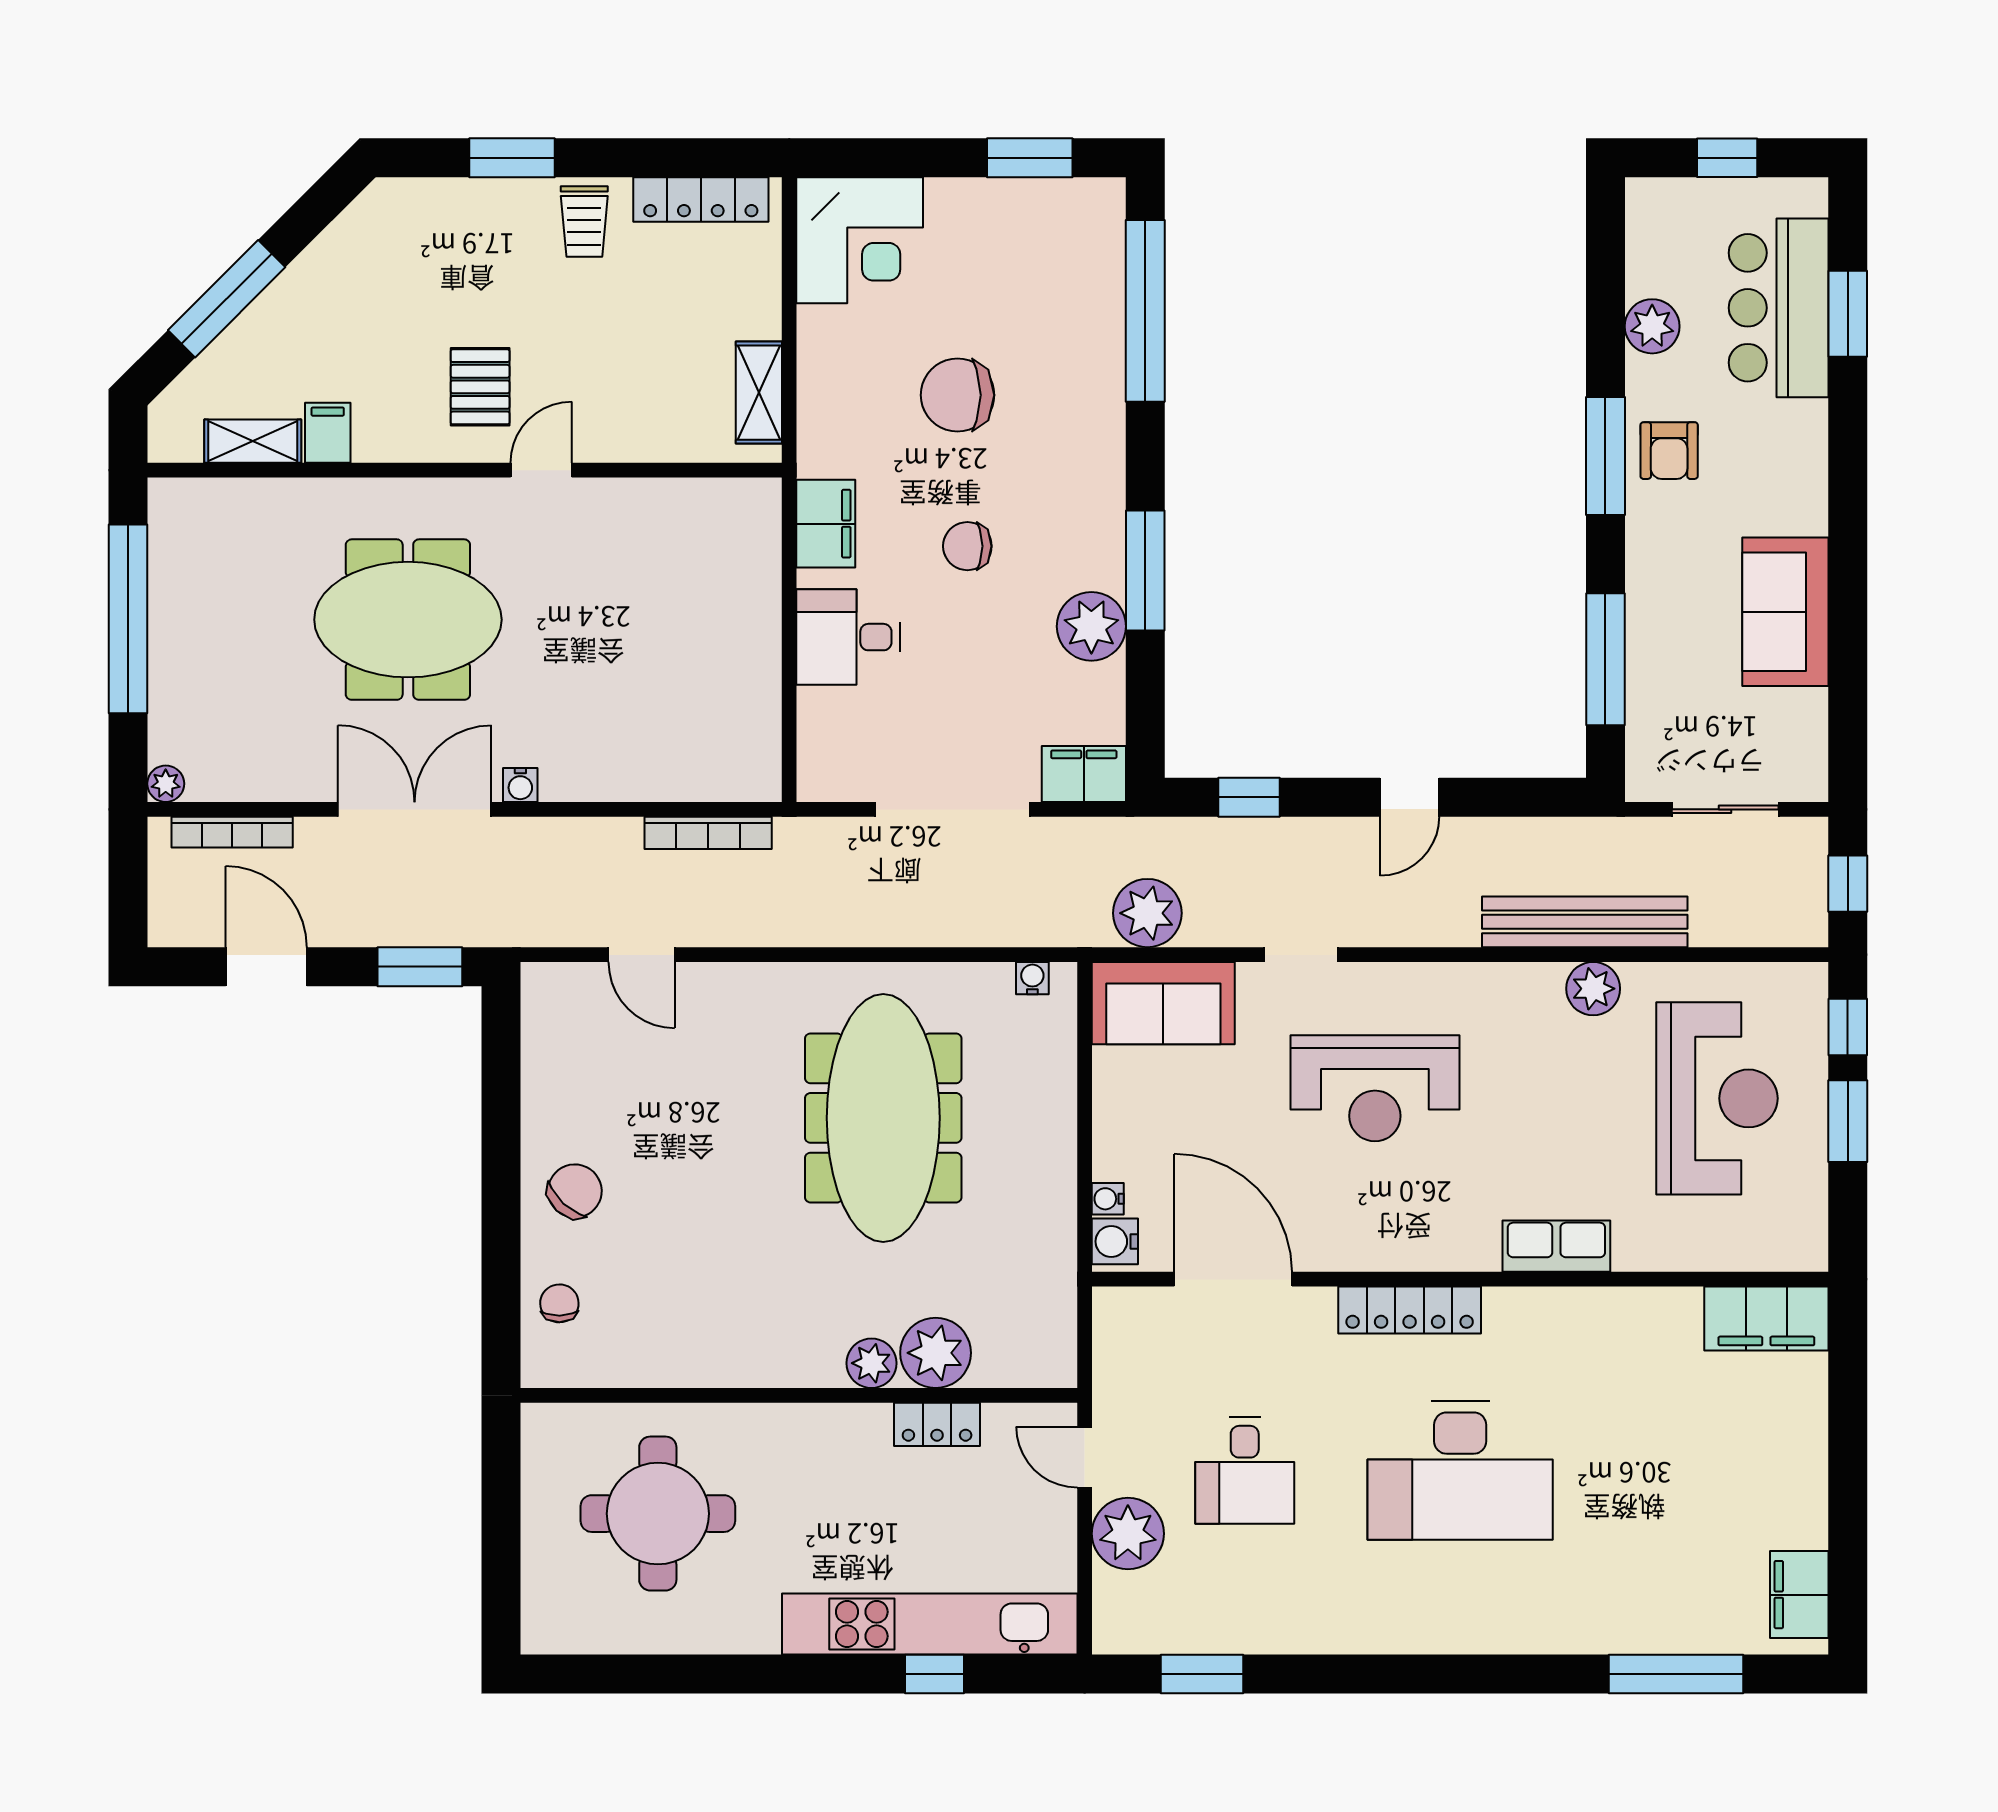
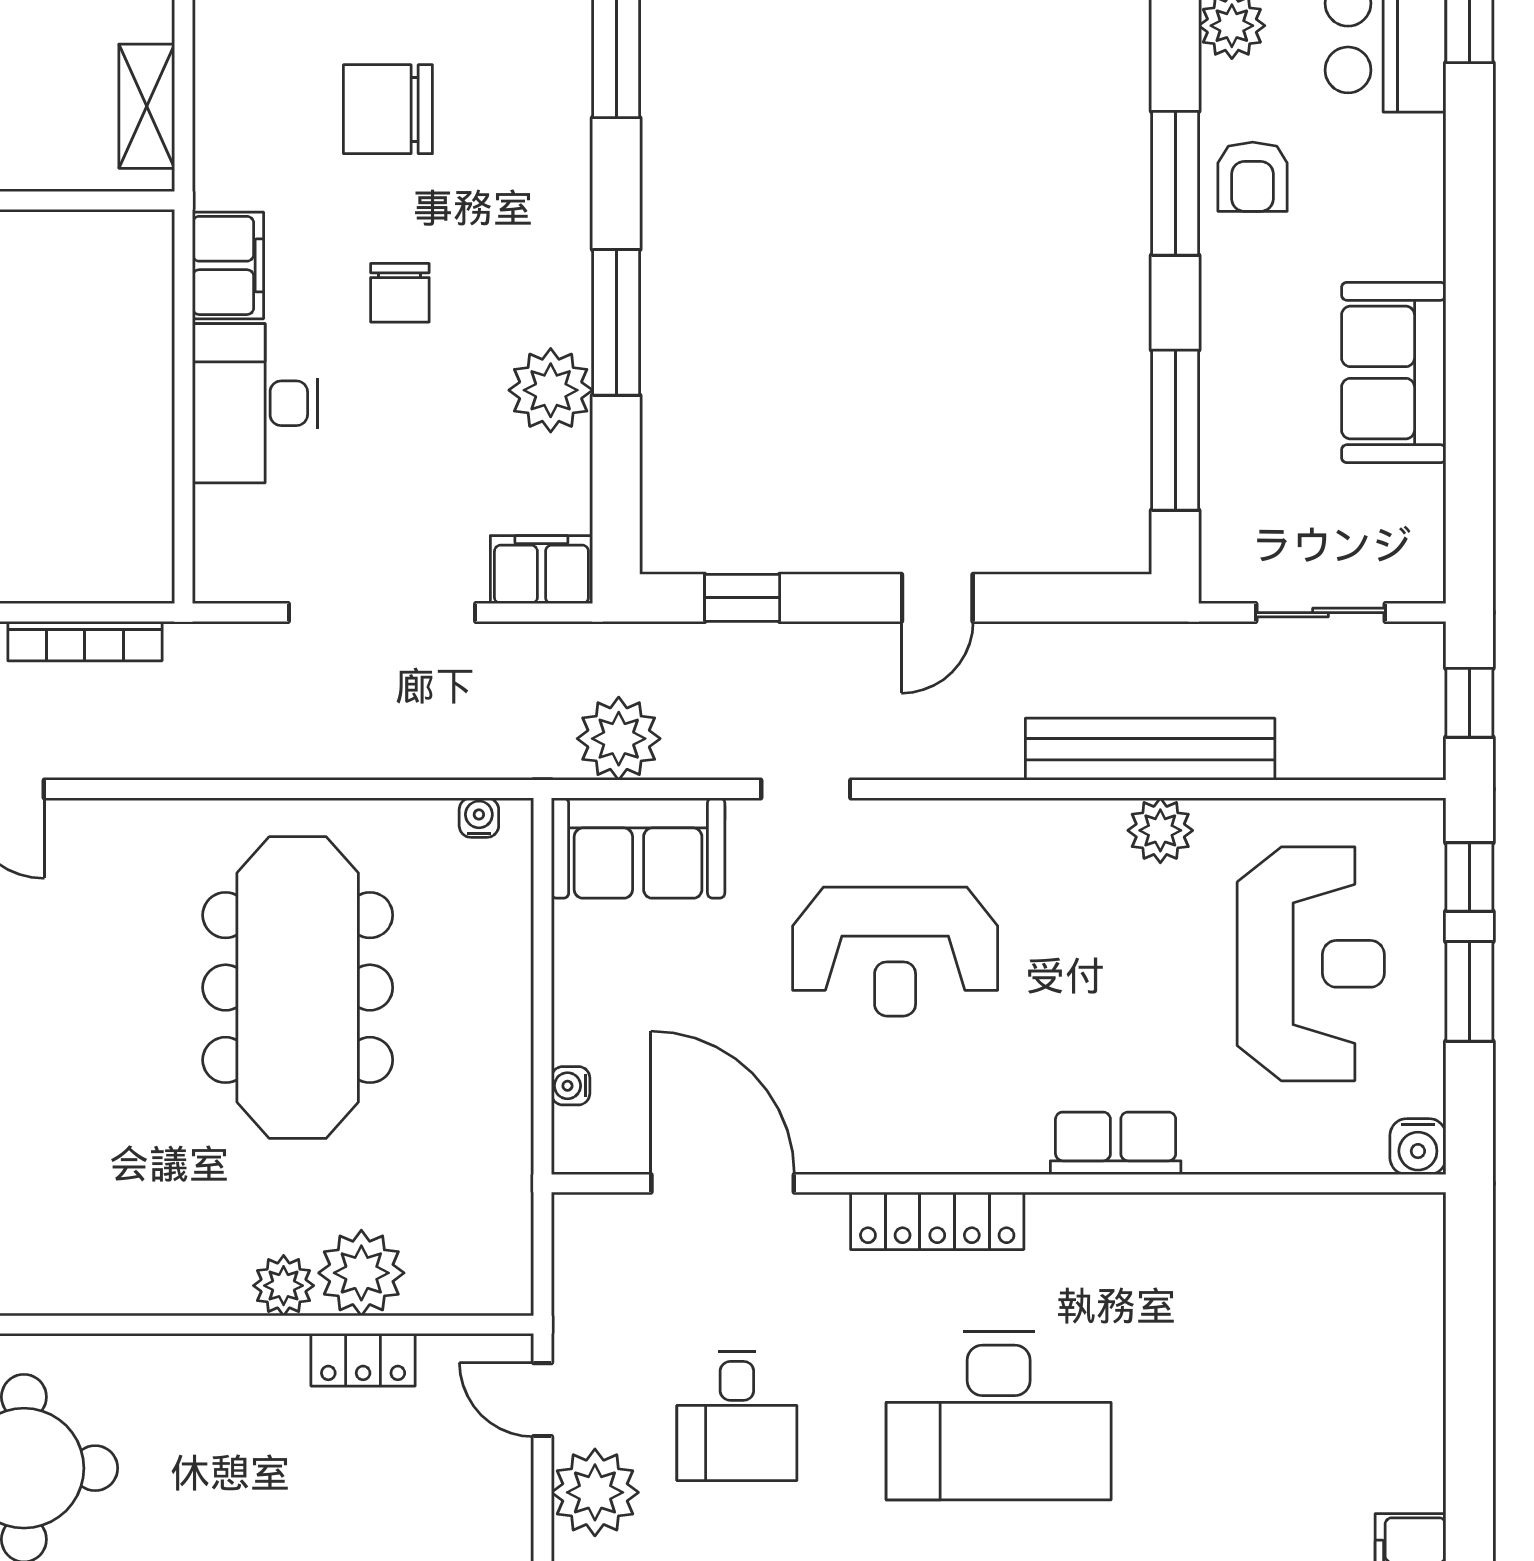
chair: (967, 546) -> (400, 293), turned -90
desk: (848, 637) -> (255, 403), width x1.37
water cooler: (1115, 1241) -> (1418, 1147), moved, turned -90
filing cabinet: (1766, 1319) -> (1371, 1231), removed

